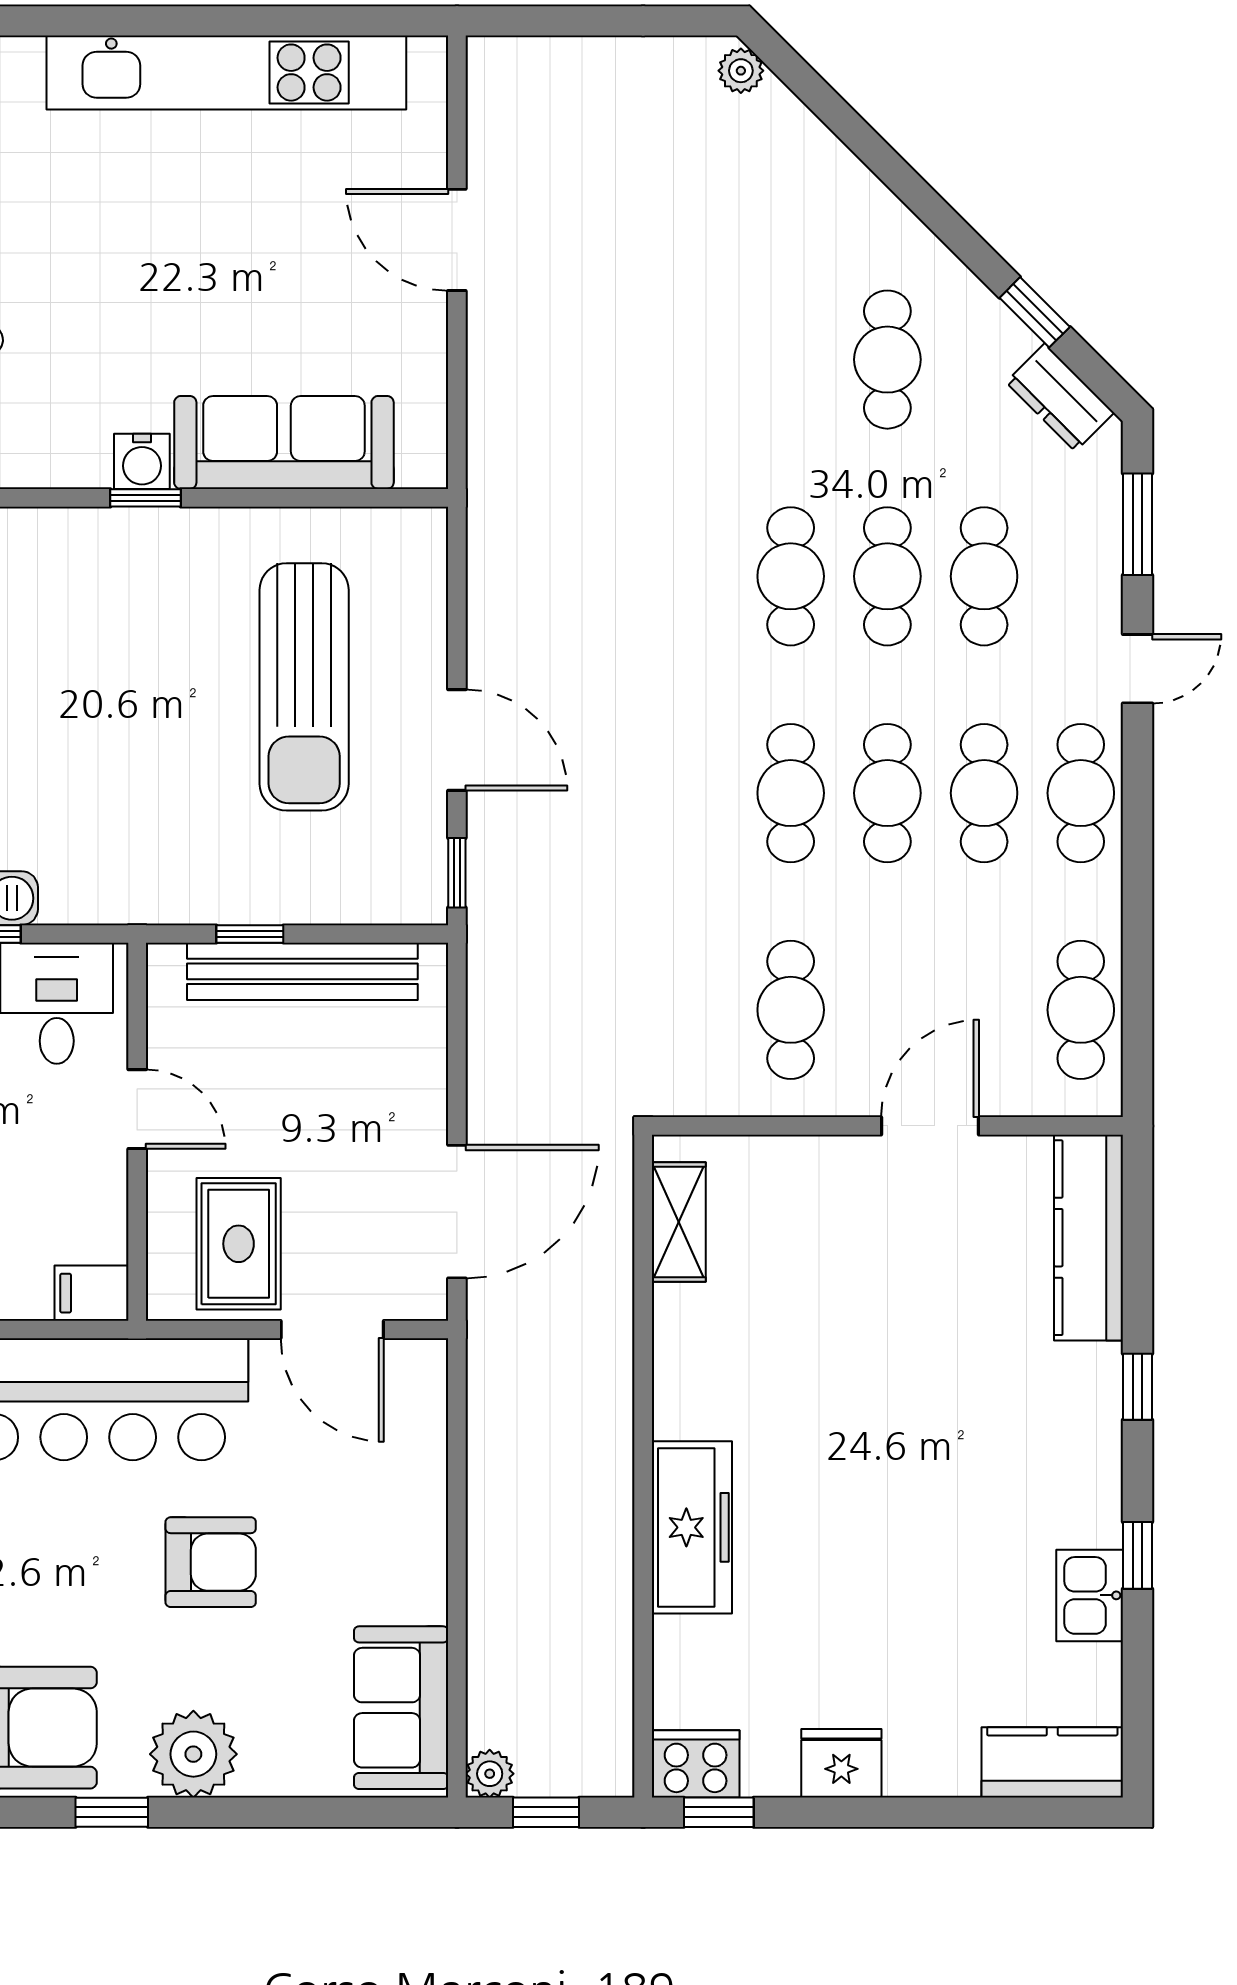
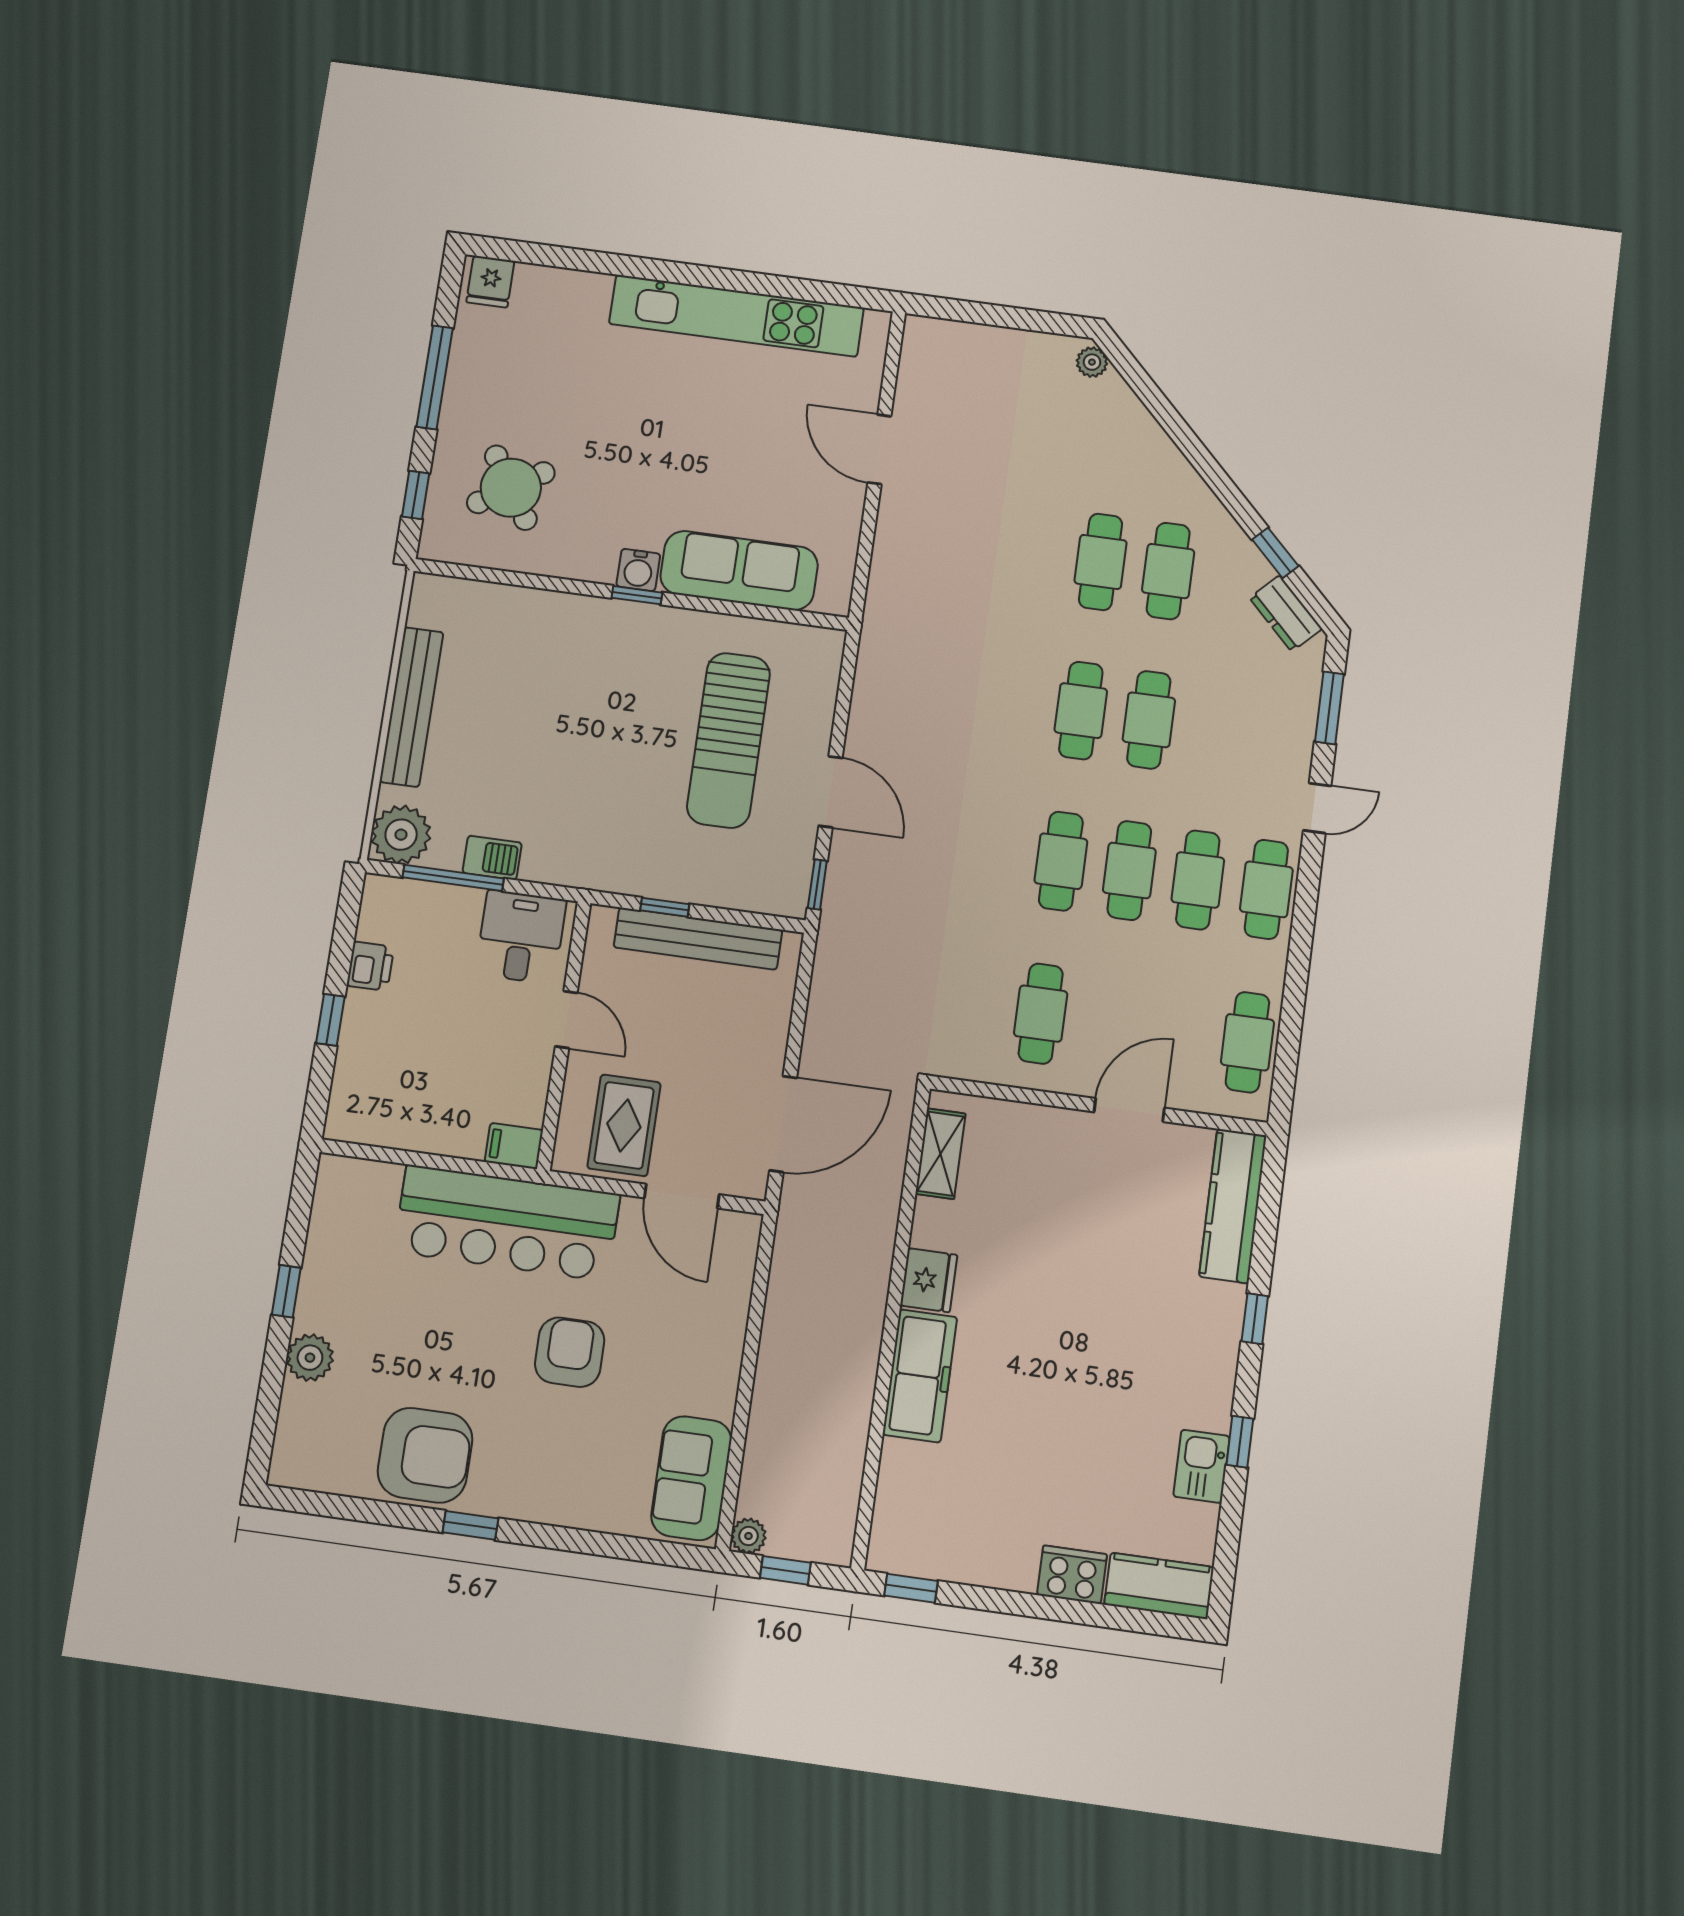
cafe table: (984, 576) -> (1101, 562), moved
armchair: (211, 1562) -> (570, 1352), turned -90
plant: (193, 1754) -> (536, 1491), removed
fridge: (841, 1763) -> (929, 1280), moved, turned 90
cooker: (696, 1764) -> (1072, 1575), moved

